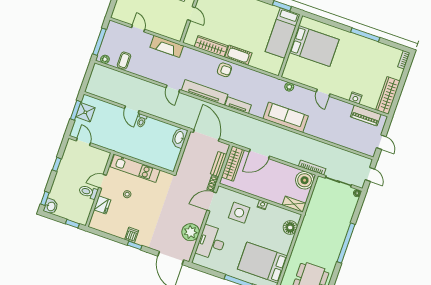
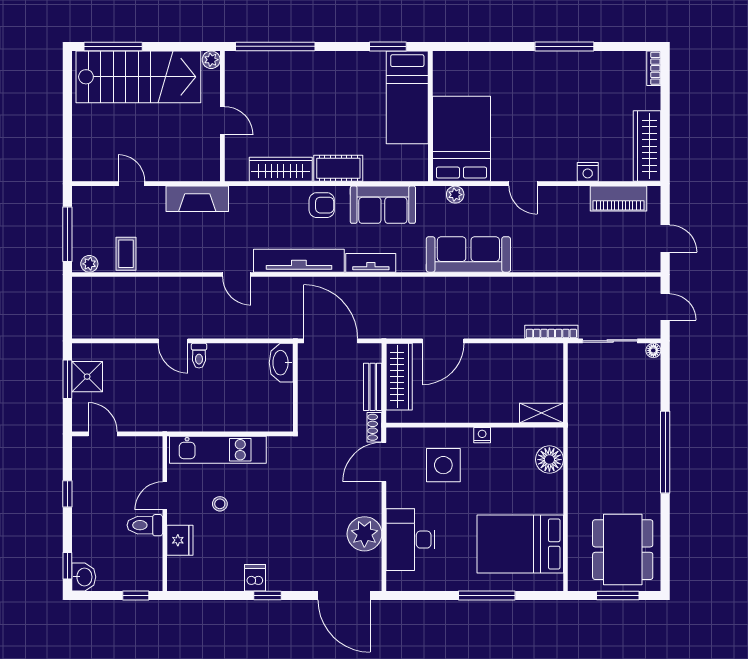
bed: (314, 46) -> (461, 139), moved, turned -90
sofa: (253, 80) -> (383, 205), added
boiler: (305, 180) -> (546, 361), removed

